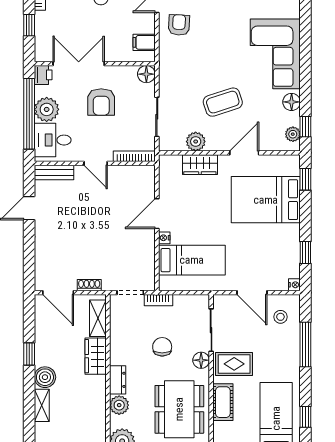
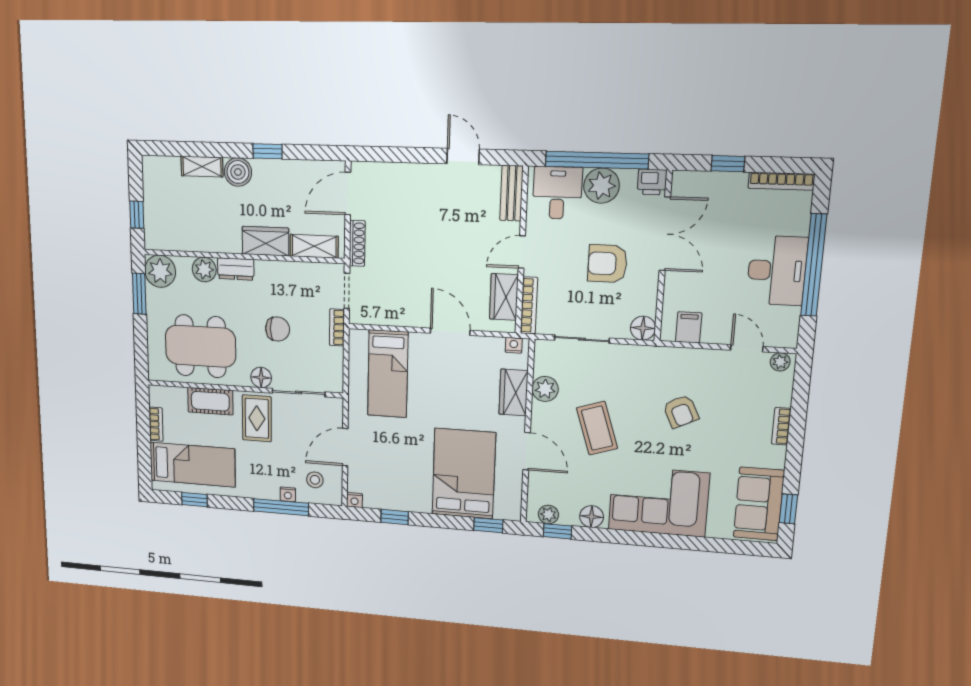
armchair: (179, 25) -> (681, 411), moved, turned 61
wardrobe: (129, 175) -> (504, 297), added
nightstand: (164, 238) -> (514, 345), moved
shoe rack: (89, 285) -> (357, 243), width x1.43
nightstand: (294, 339) -> (288, 494), added

